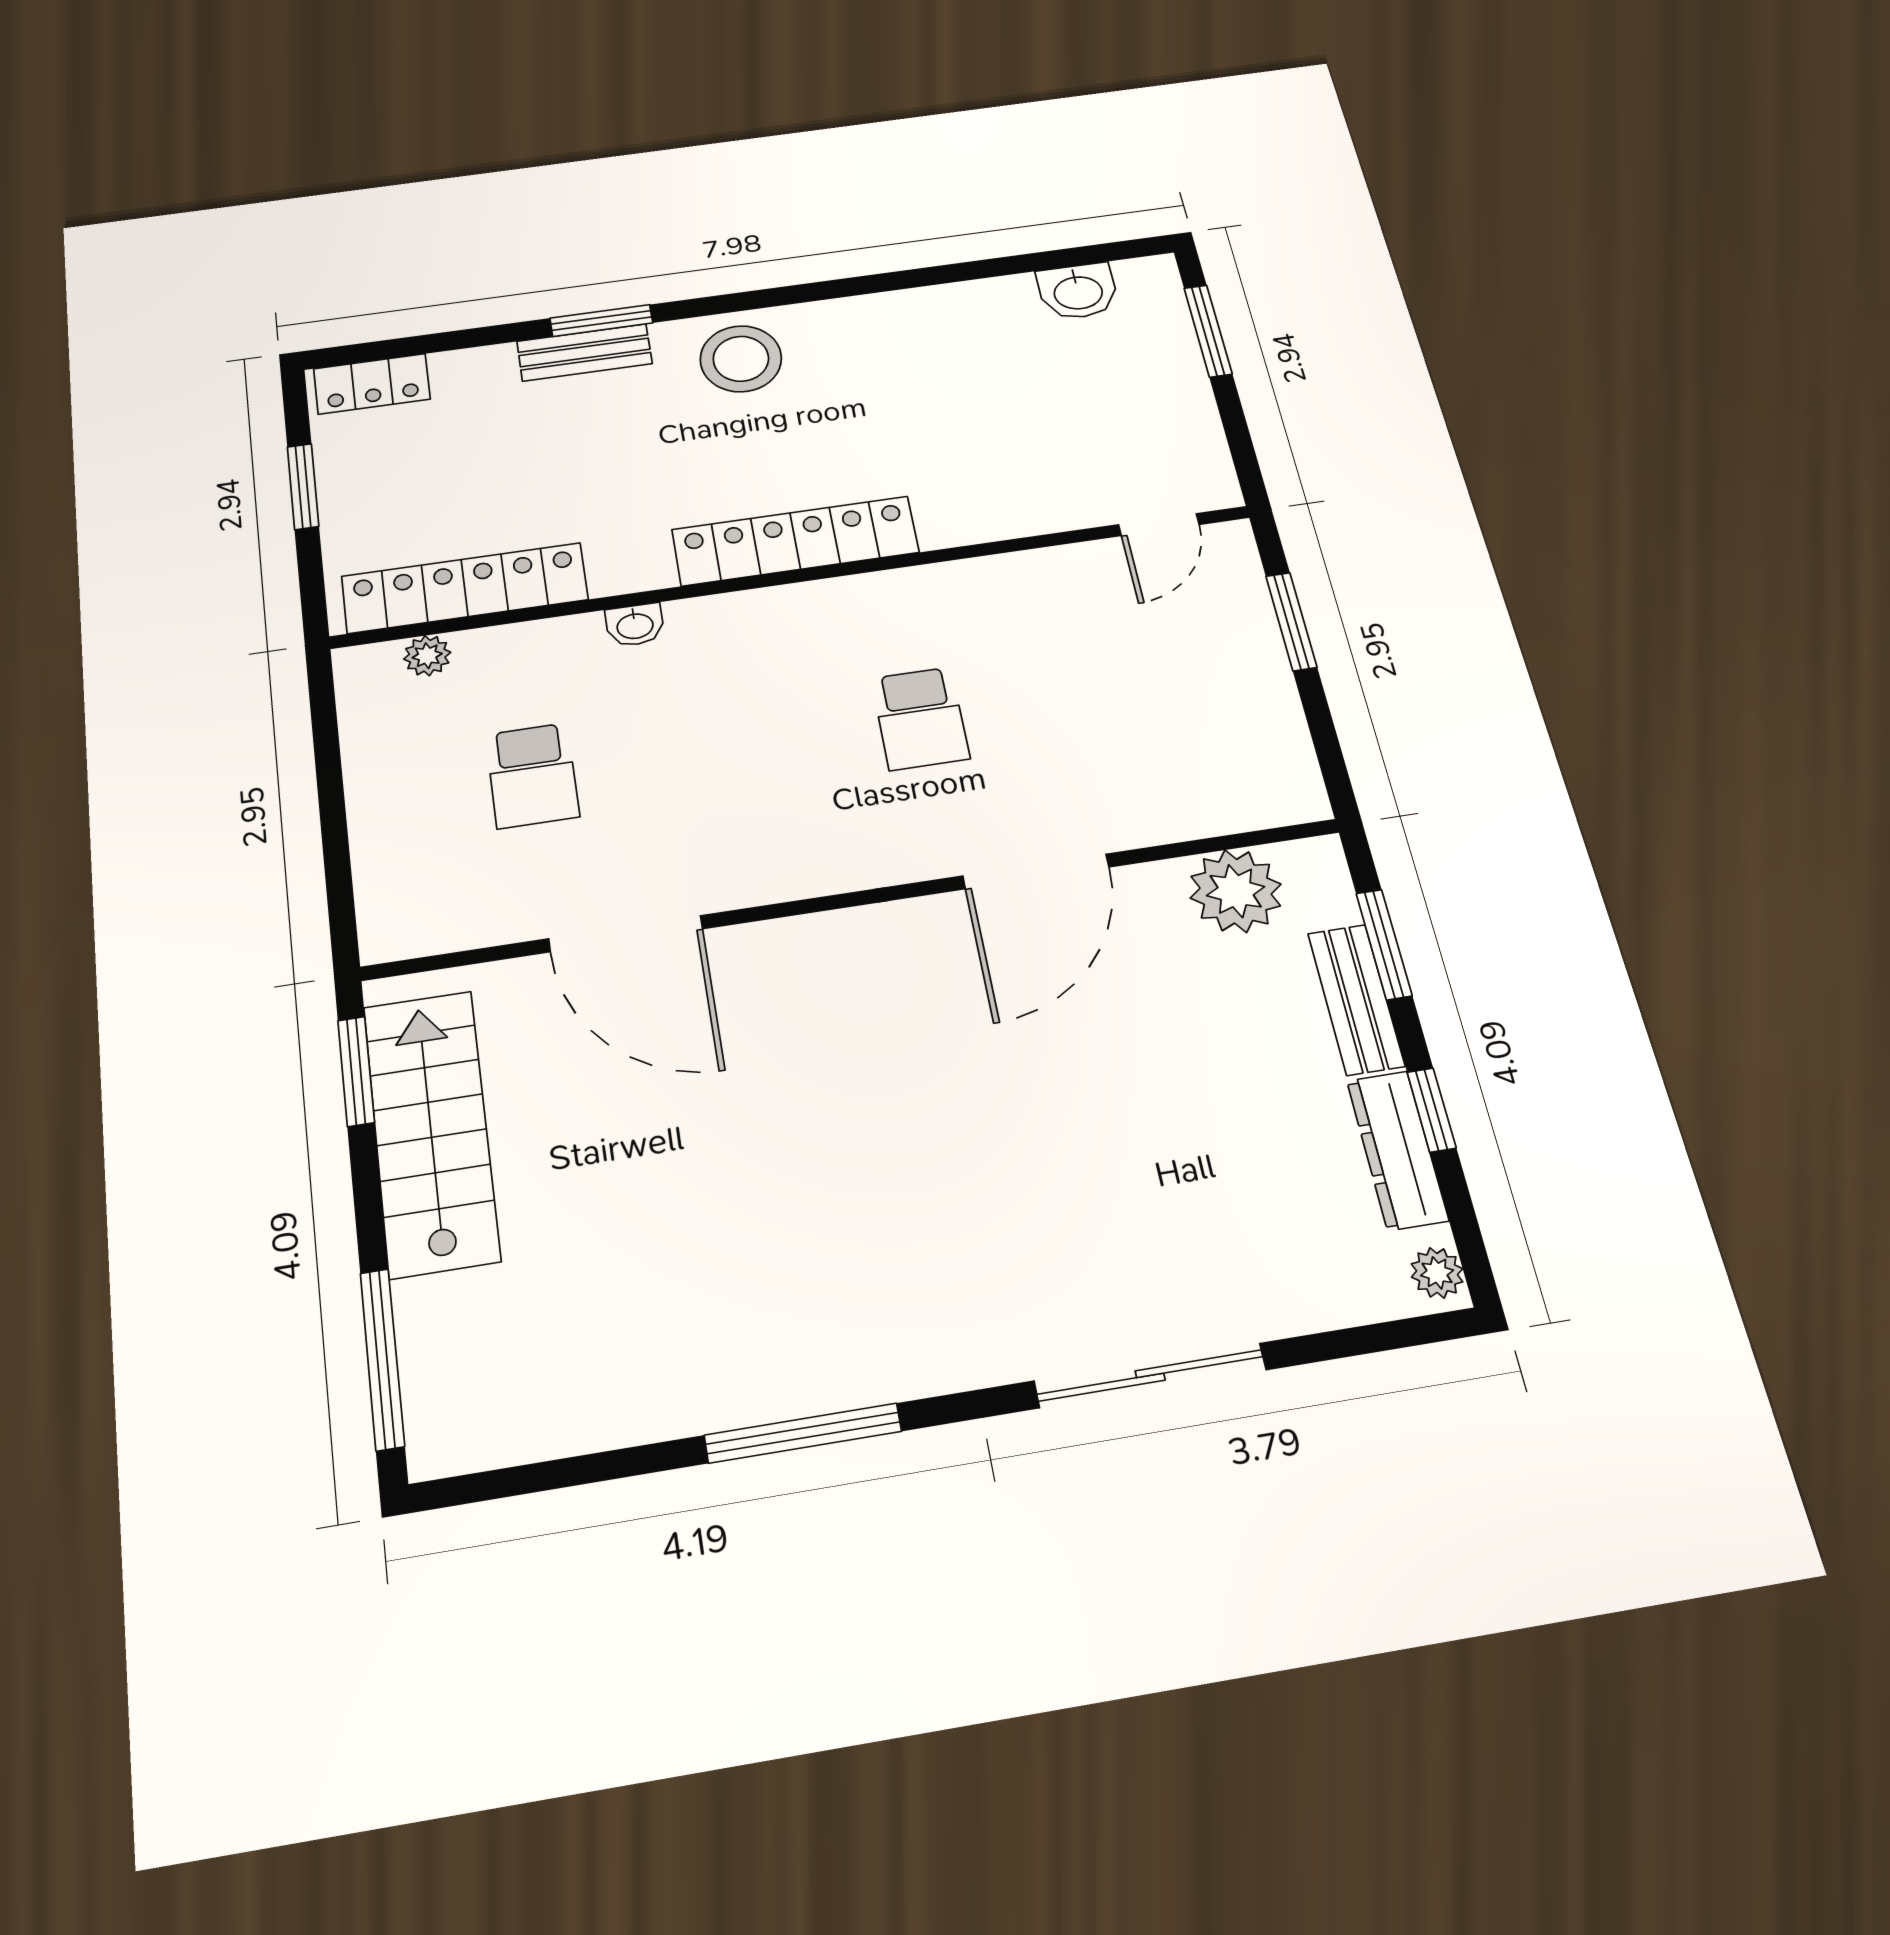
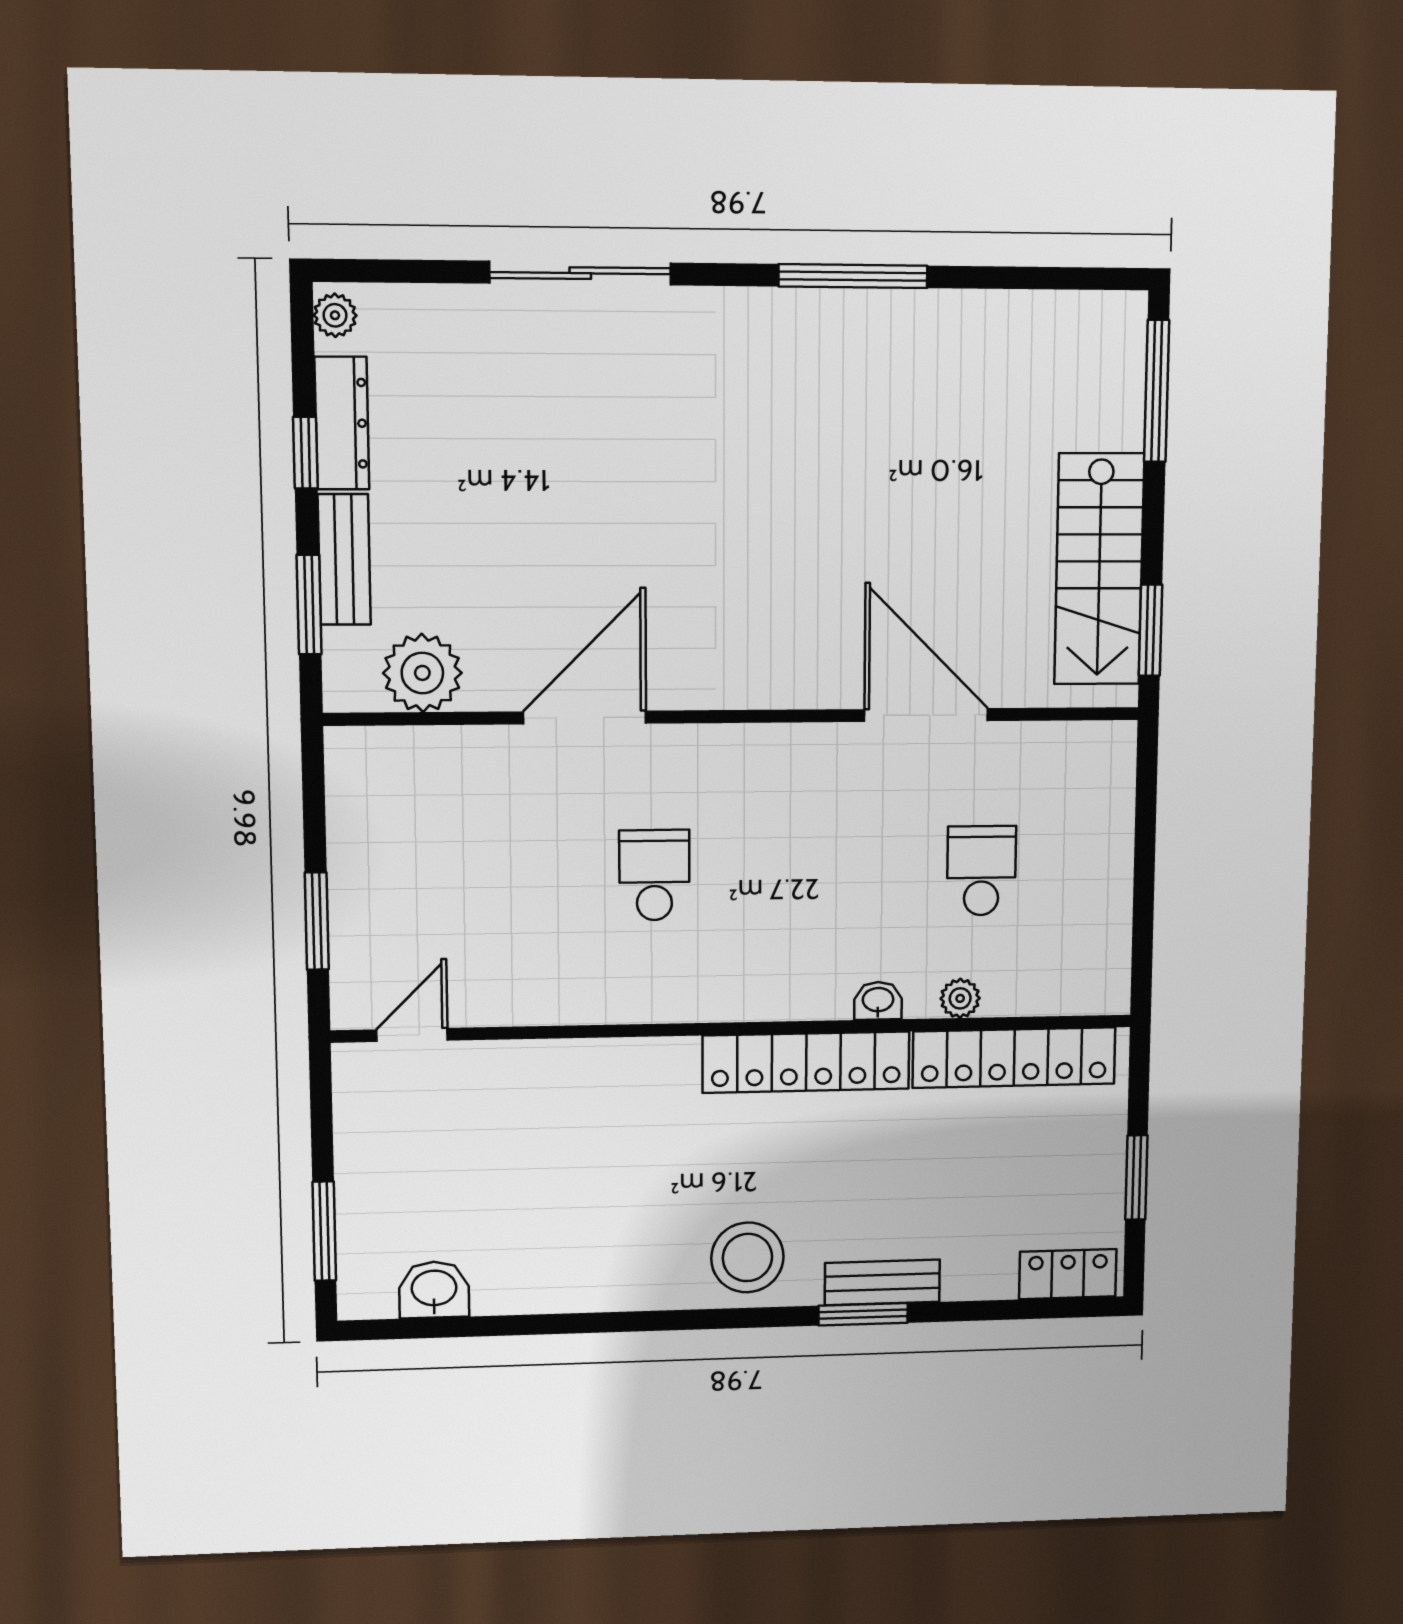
locker: (795, 541) -> (806, 1062), moved
plant: (427, 656) -> (960, 998), moved

